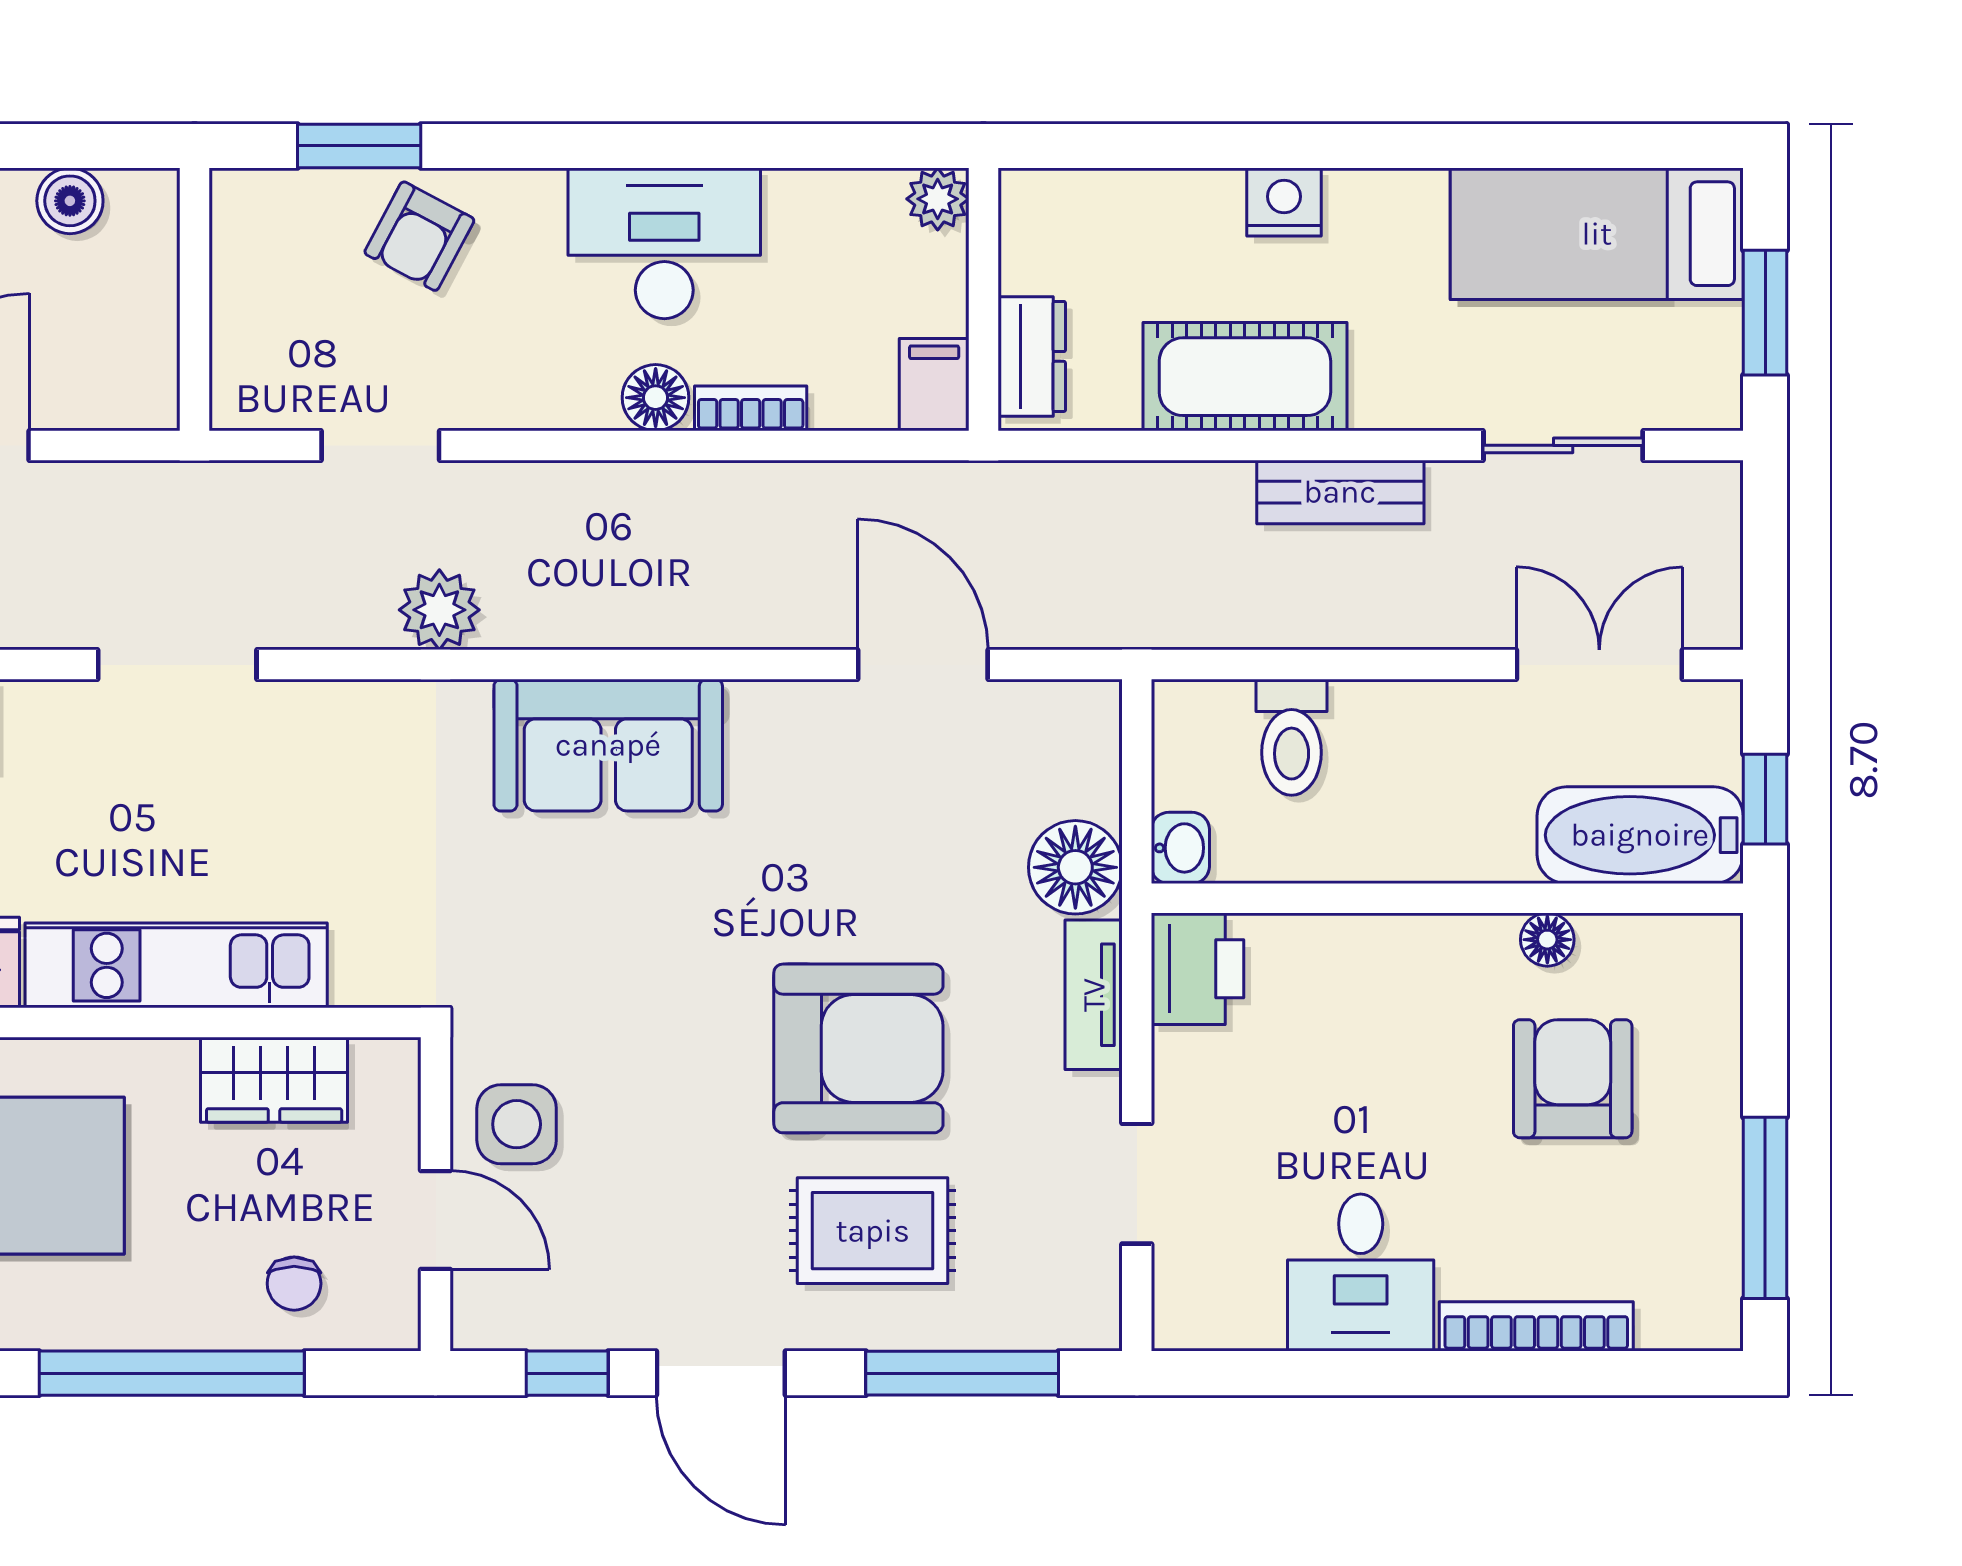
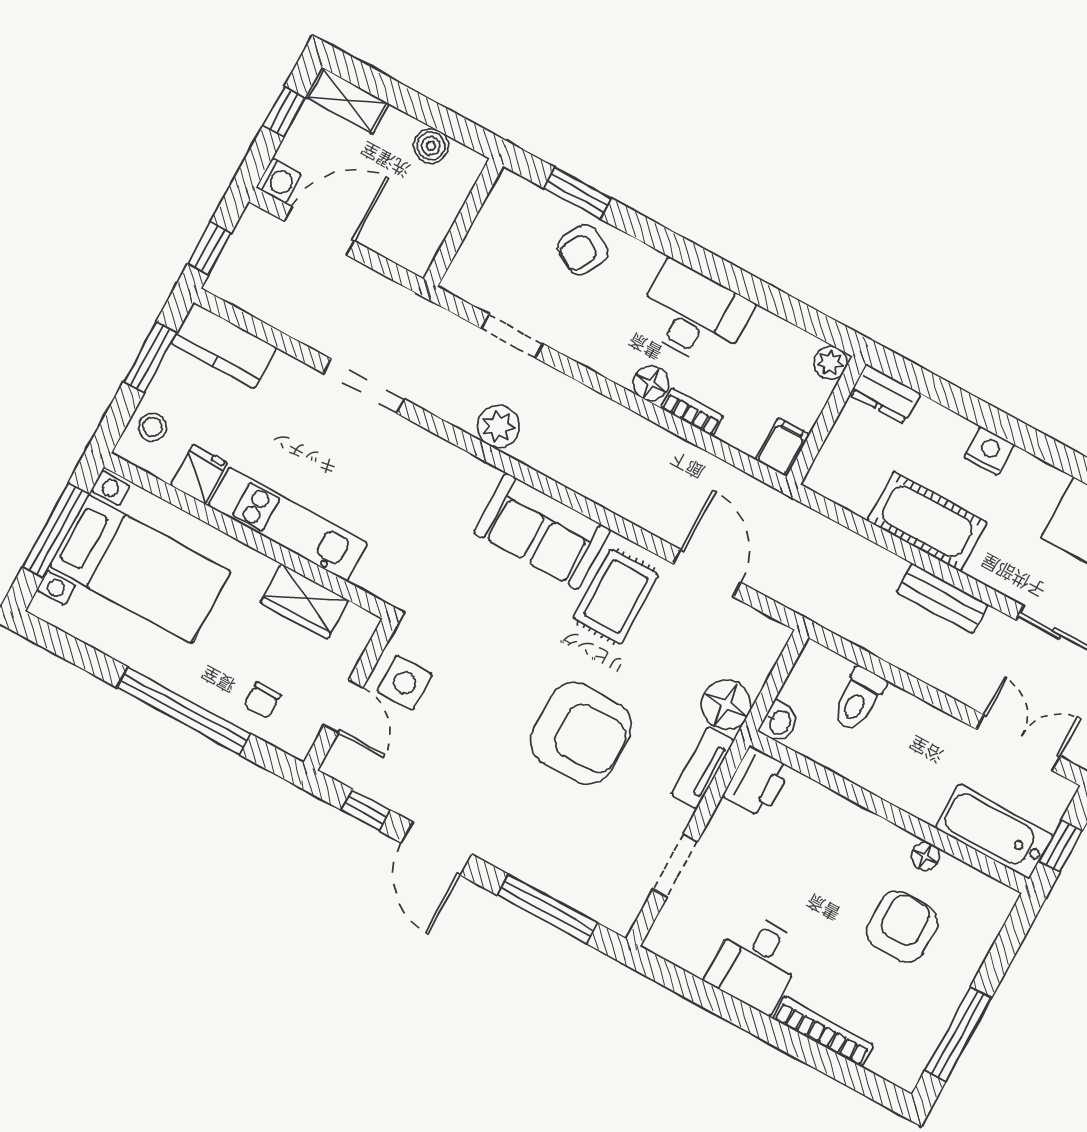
dresser: (1032, 356) -> (885, 394), moved, turned 90
rug: (873, 1231) -> (616, 597), moved, turned 90

